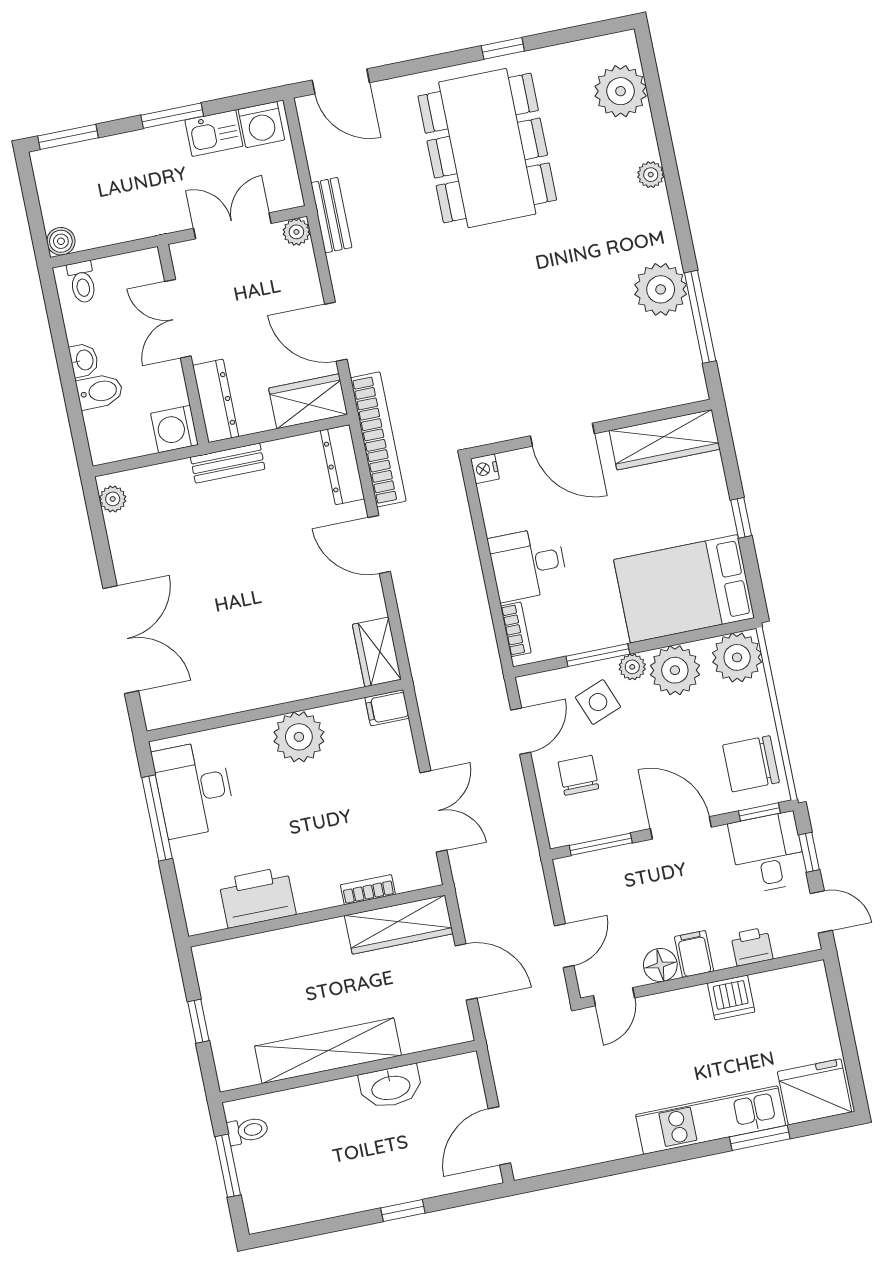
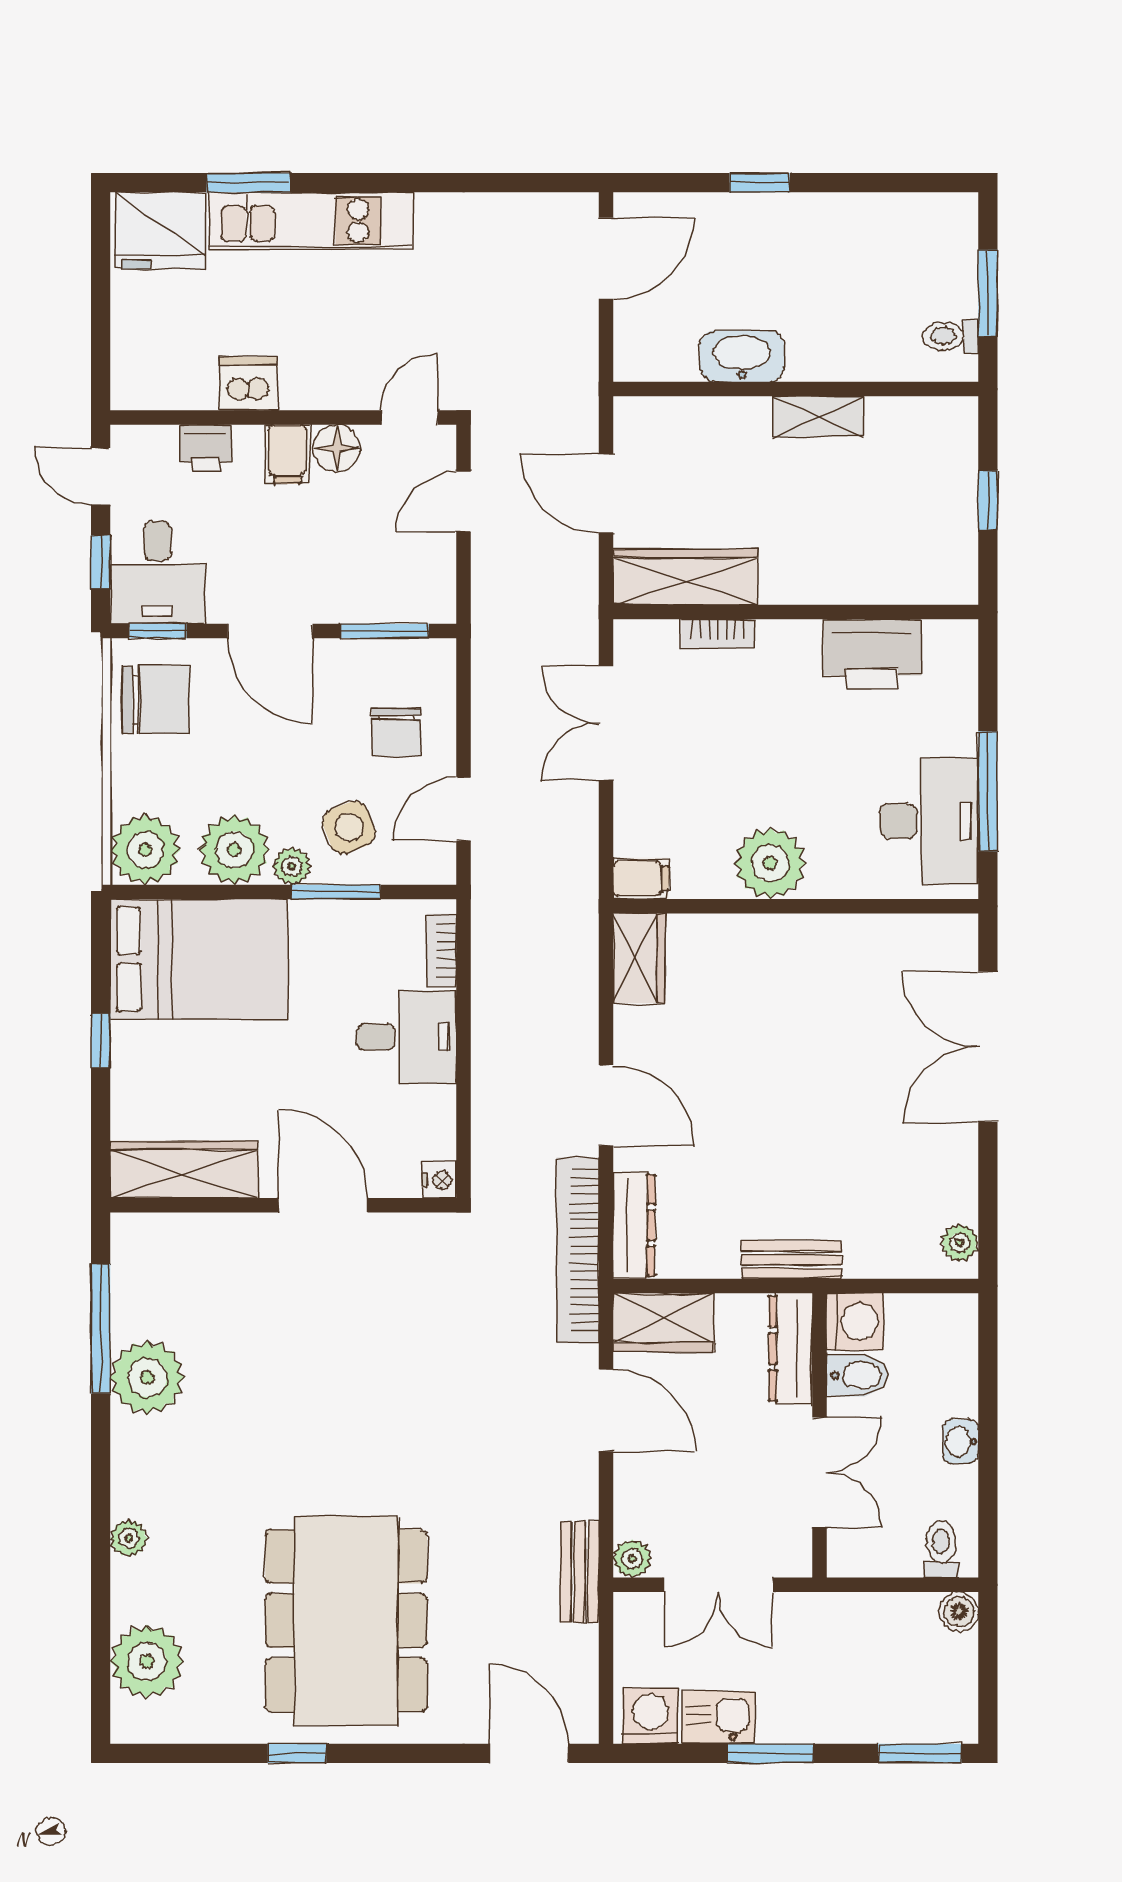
bidet: (100, 391) -> (858, 1375), moved, turned 180
shelving: (328, 1051) -> (818, 417), width x0.45, depth x0.75

